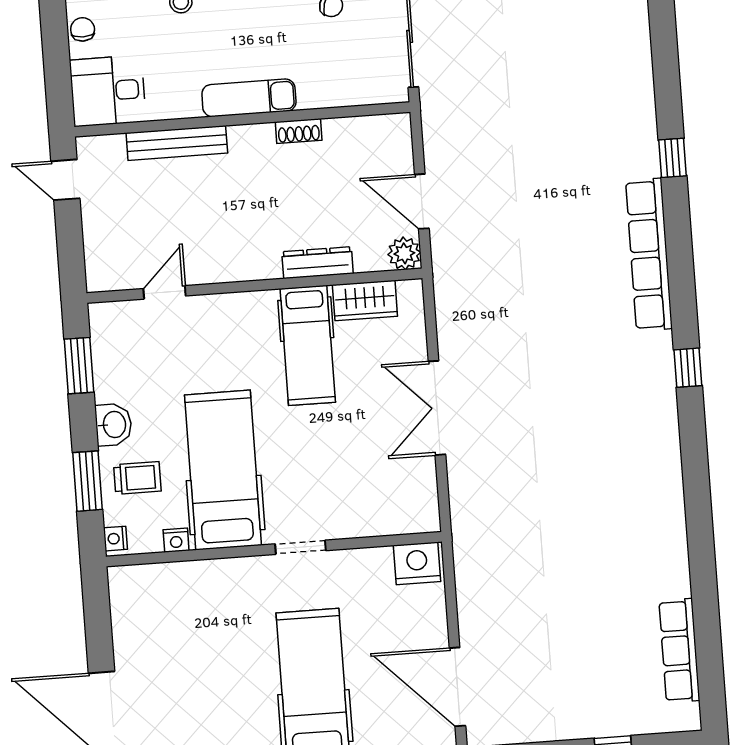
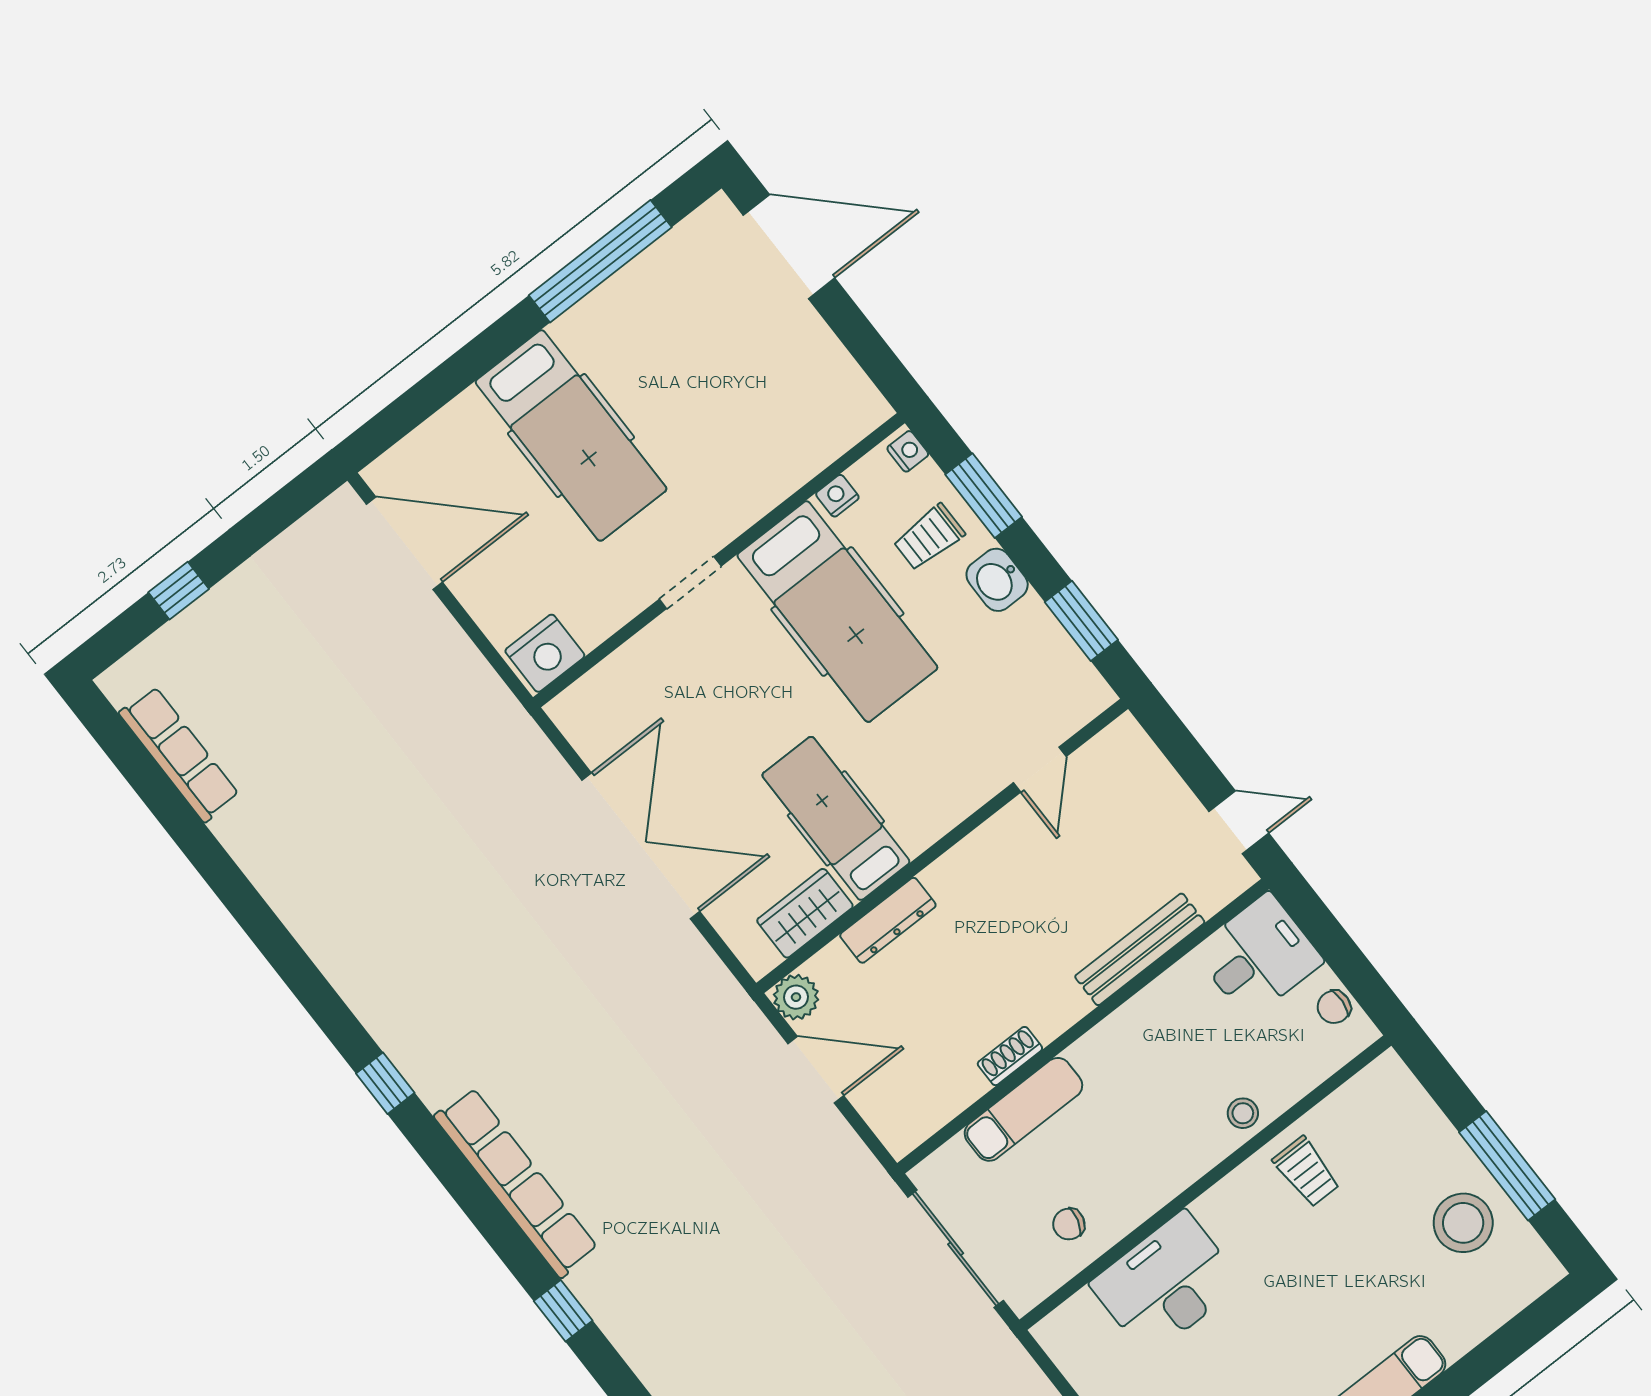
chair: (83, 29) -> (1334, 1007), turned 94
exam couch: (249, 98) -> (1023, 1109), moved
double door: (437, 408) -> (641, 846), width x1.36

